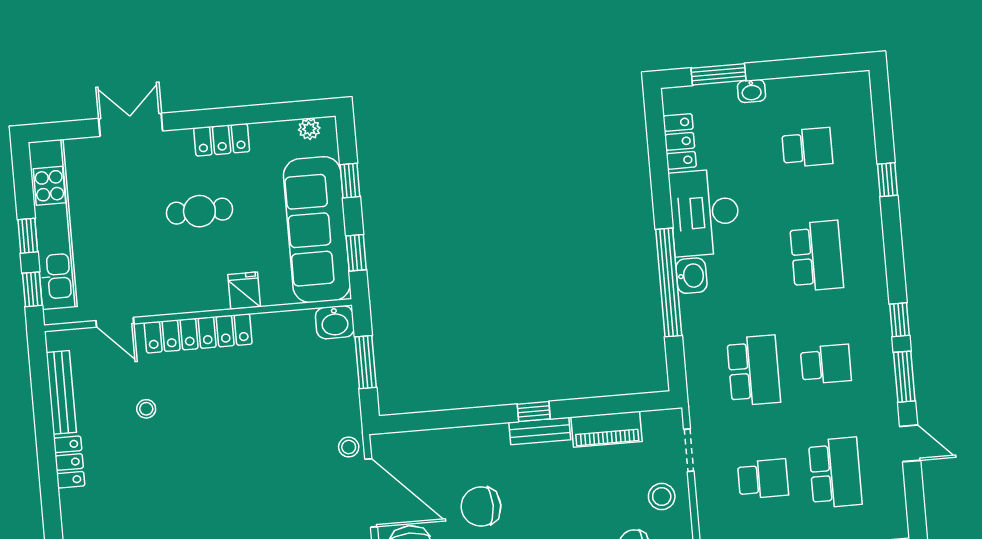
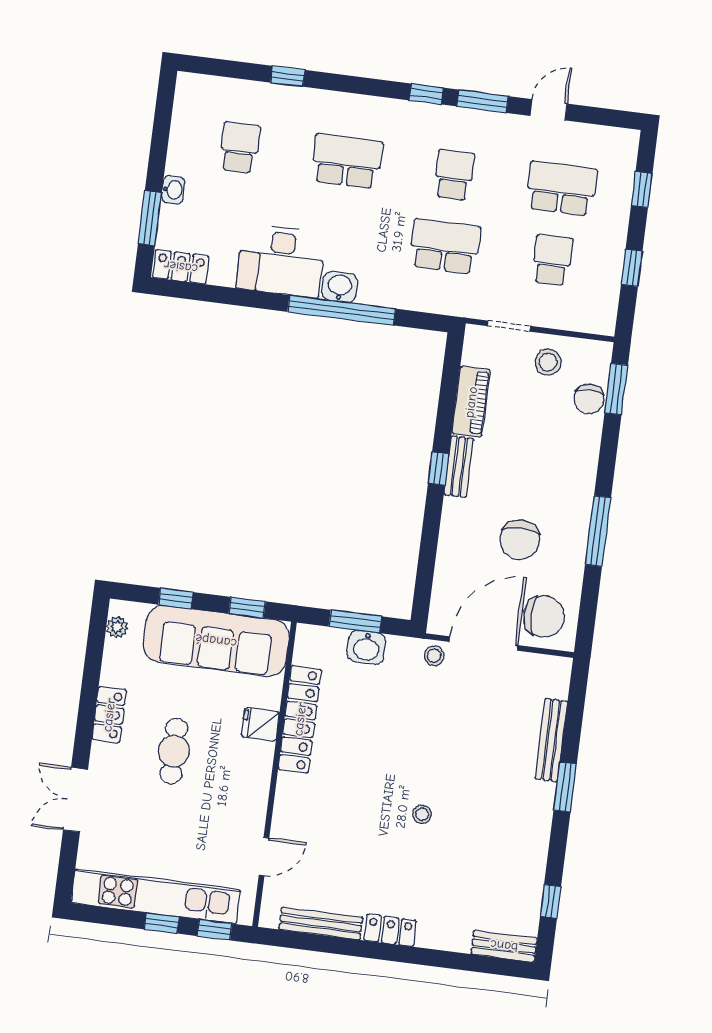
locker: (680, 141) -> (181, 267), moved
washbasin: (335, 322) -> (366, 647), moved, turned 90
locker: (198, 333) -> (300, 719), moved
stool: (146, 409) -> (422, 814), moved

